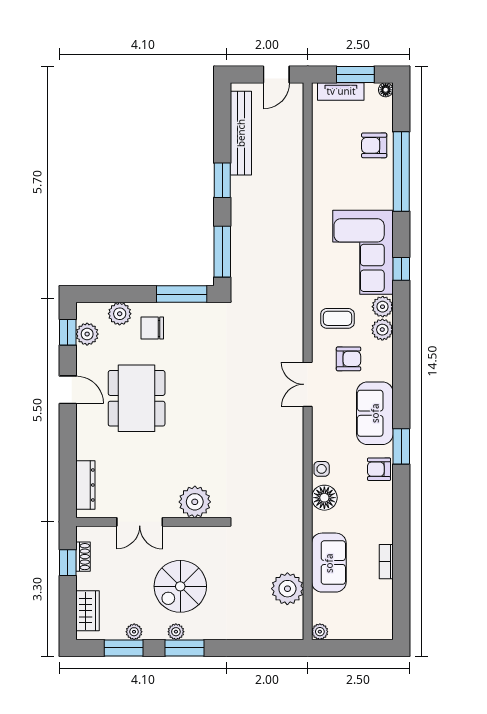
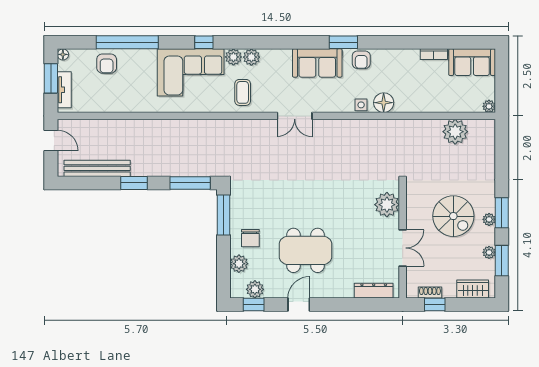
armchair: (349, 359) -> (274, 84), removed
sofa: (329, 563) -> (472, 62), moved, turned 180

